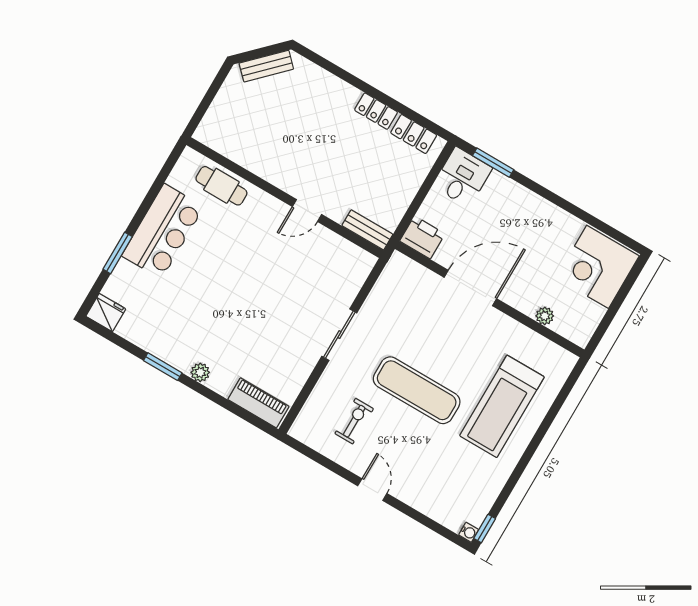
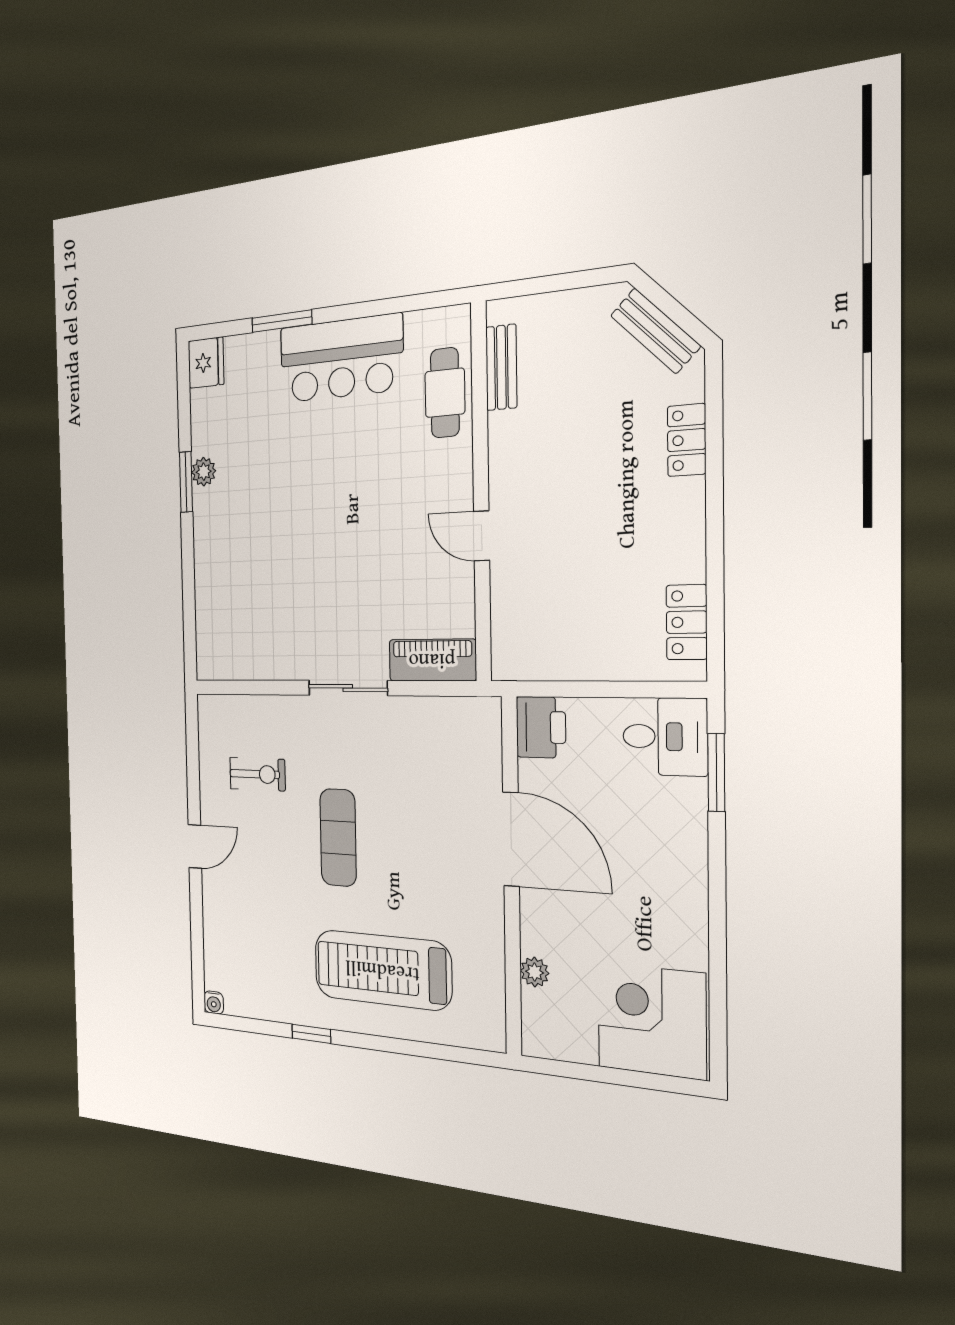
locker: (376, 111) -> (687, 440), moved
bench: (367, 230) -> (501, 367), moved
plant: (200, 372) -> (204, 472), moved
exercise mat: (417, 390) -> (338, 838), width x0.73, depth x0.69
piano: (258, 403) -> (432, 660), moved, turned -90
window: (485, 529) -> (311, 1034), moved

